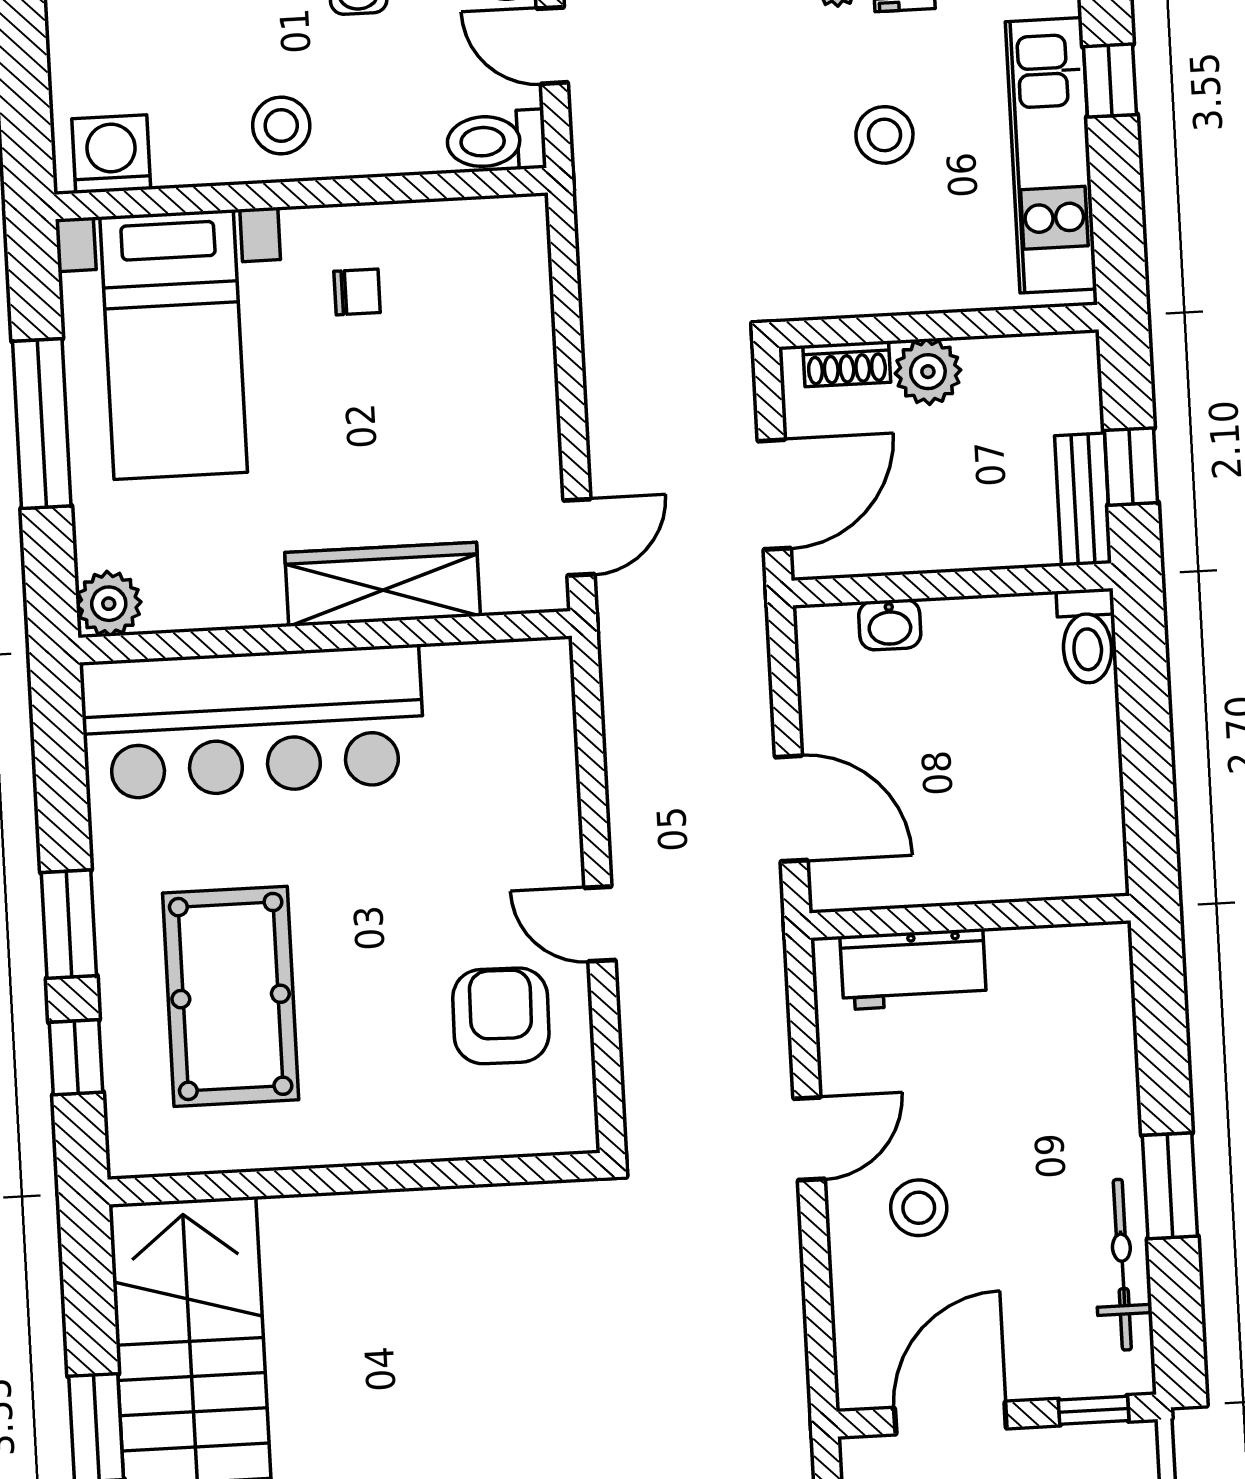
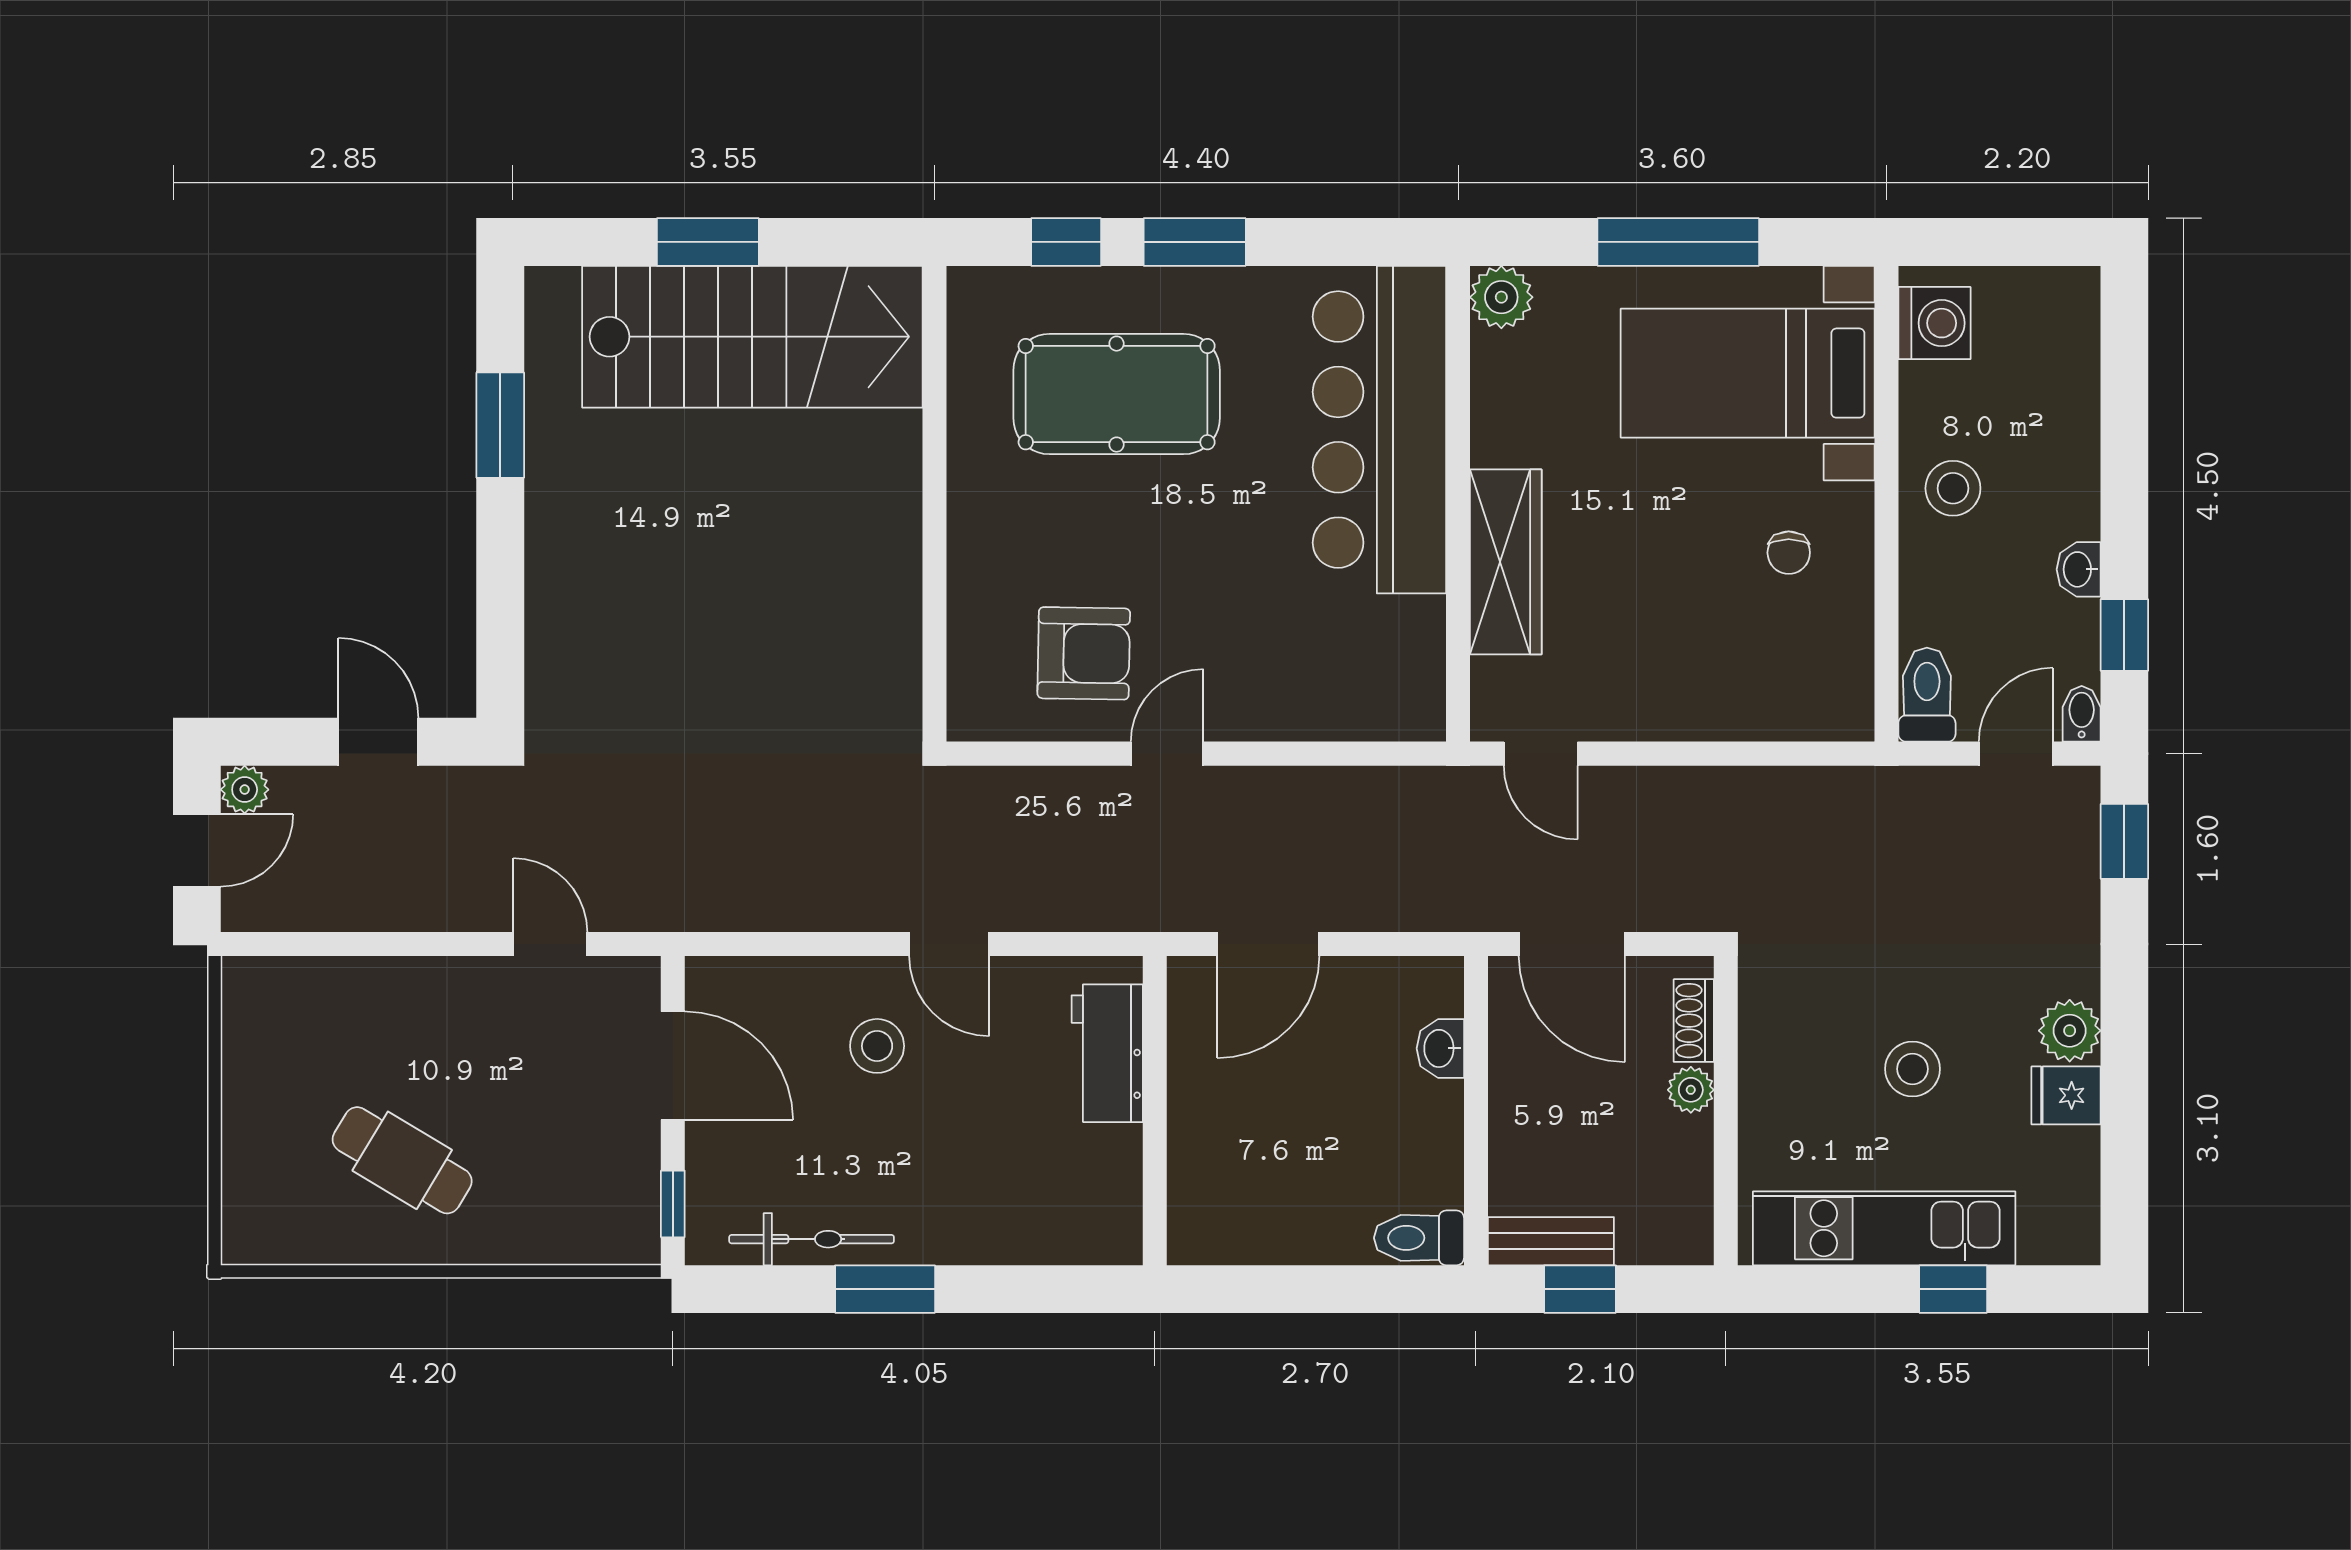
plant: (928, 372) -> (1691, 1090), width x0.73, depth x0.73

